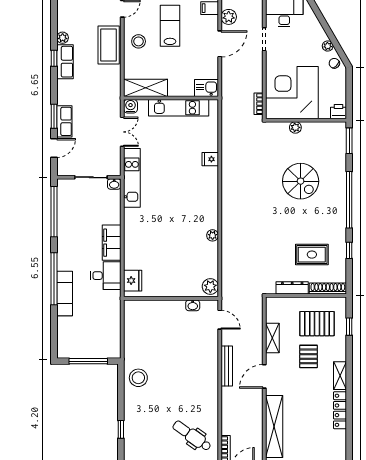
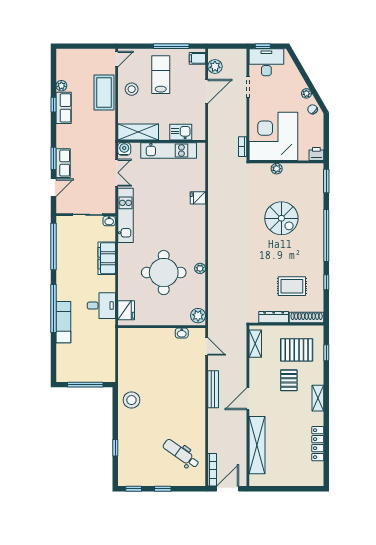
kitchen sink: (206, 88) -> (181, 132), moved
round table: (173, 240) -> (164, 273), added
filing cabinet: (112, 243) -> (107, 258), moved
shelving: (272, 338) -> (255, 344), moved
locker: (340, 410) -> (318, 444), moved

